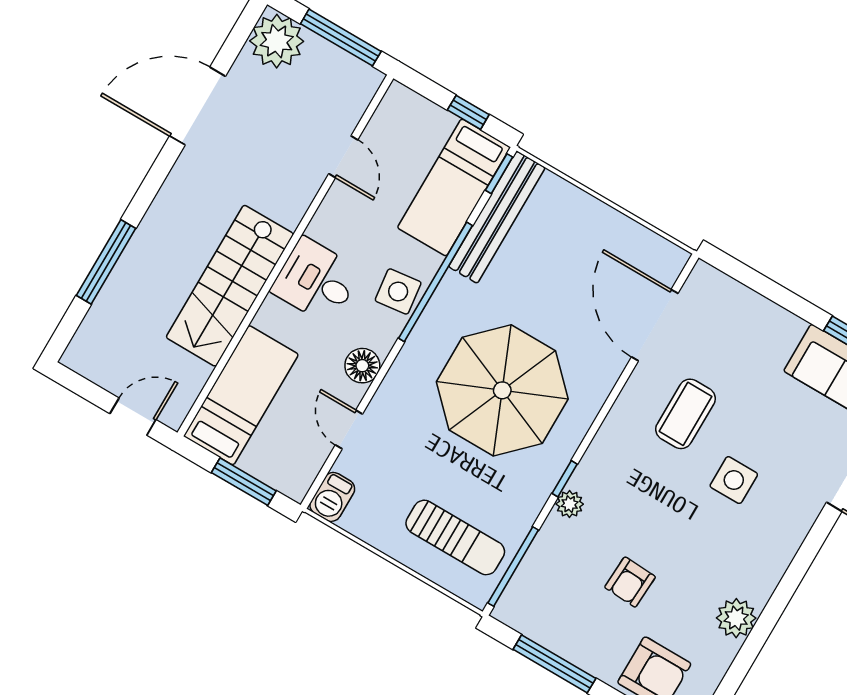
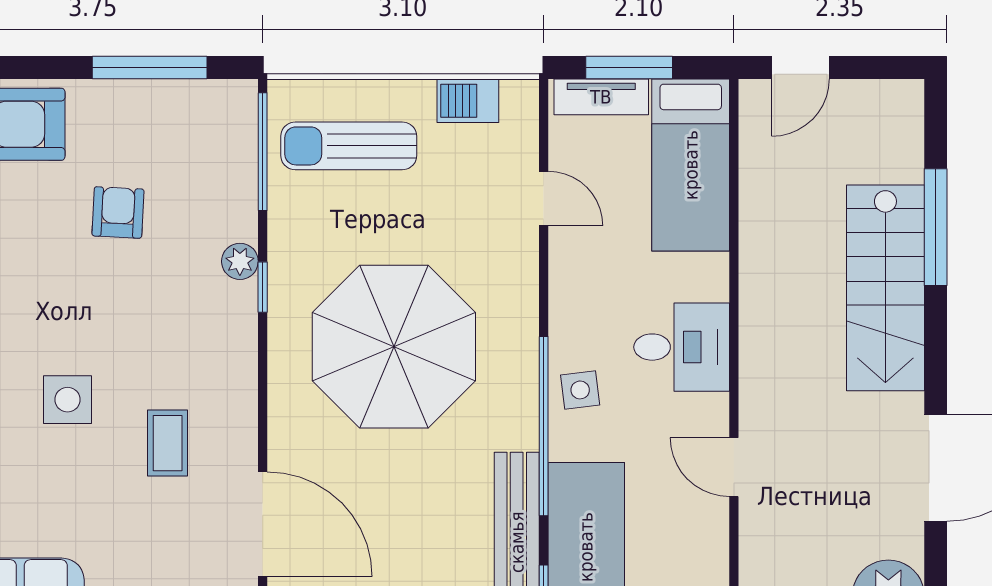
door: (343, 157) -> (734, 467), moved
stairs: (230, 286) -> (885, 288), moved, turned 180
side table: (398, 291) -> (580, 390), width x0.73, depth x0.73
floor lamp: (362, 366) -> (571, 281), removed
coffee table: (686, 414) -> (168, 443), width x0.73, depth x0.77
tv unit: (273, 473) -> (601, 97), added
barbecue: (332, 497) -> (468, 101), moved, turned -90

